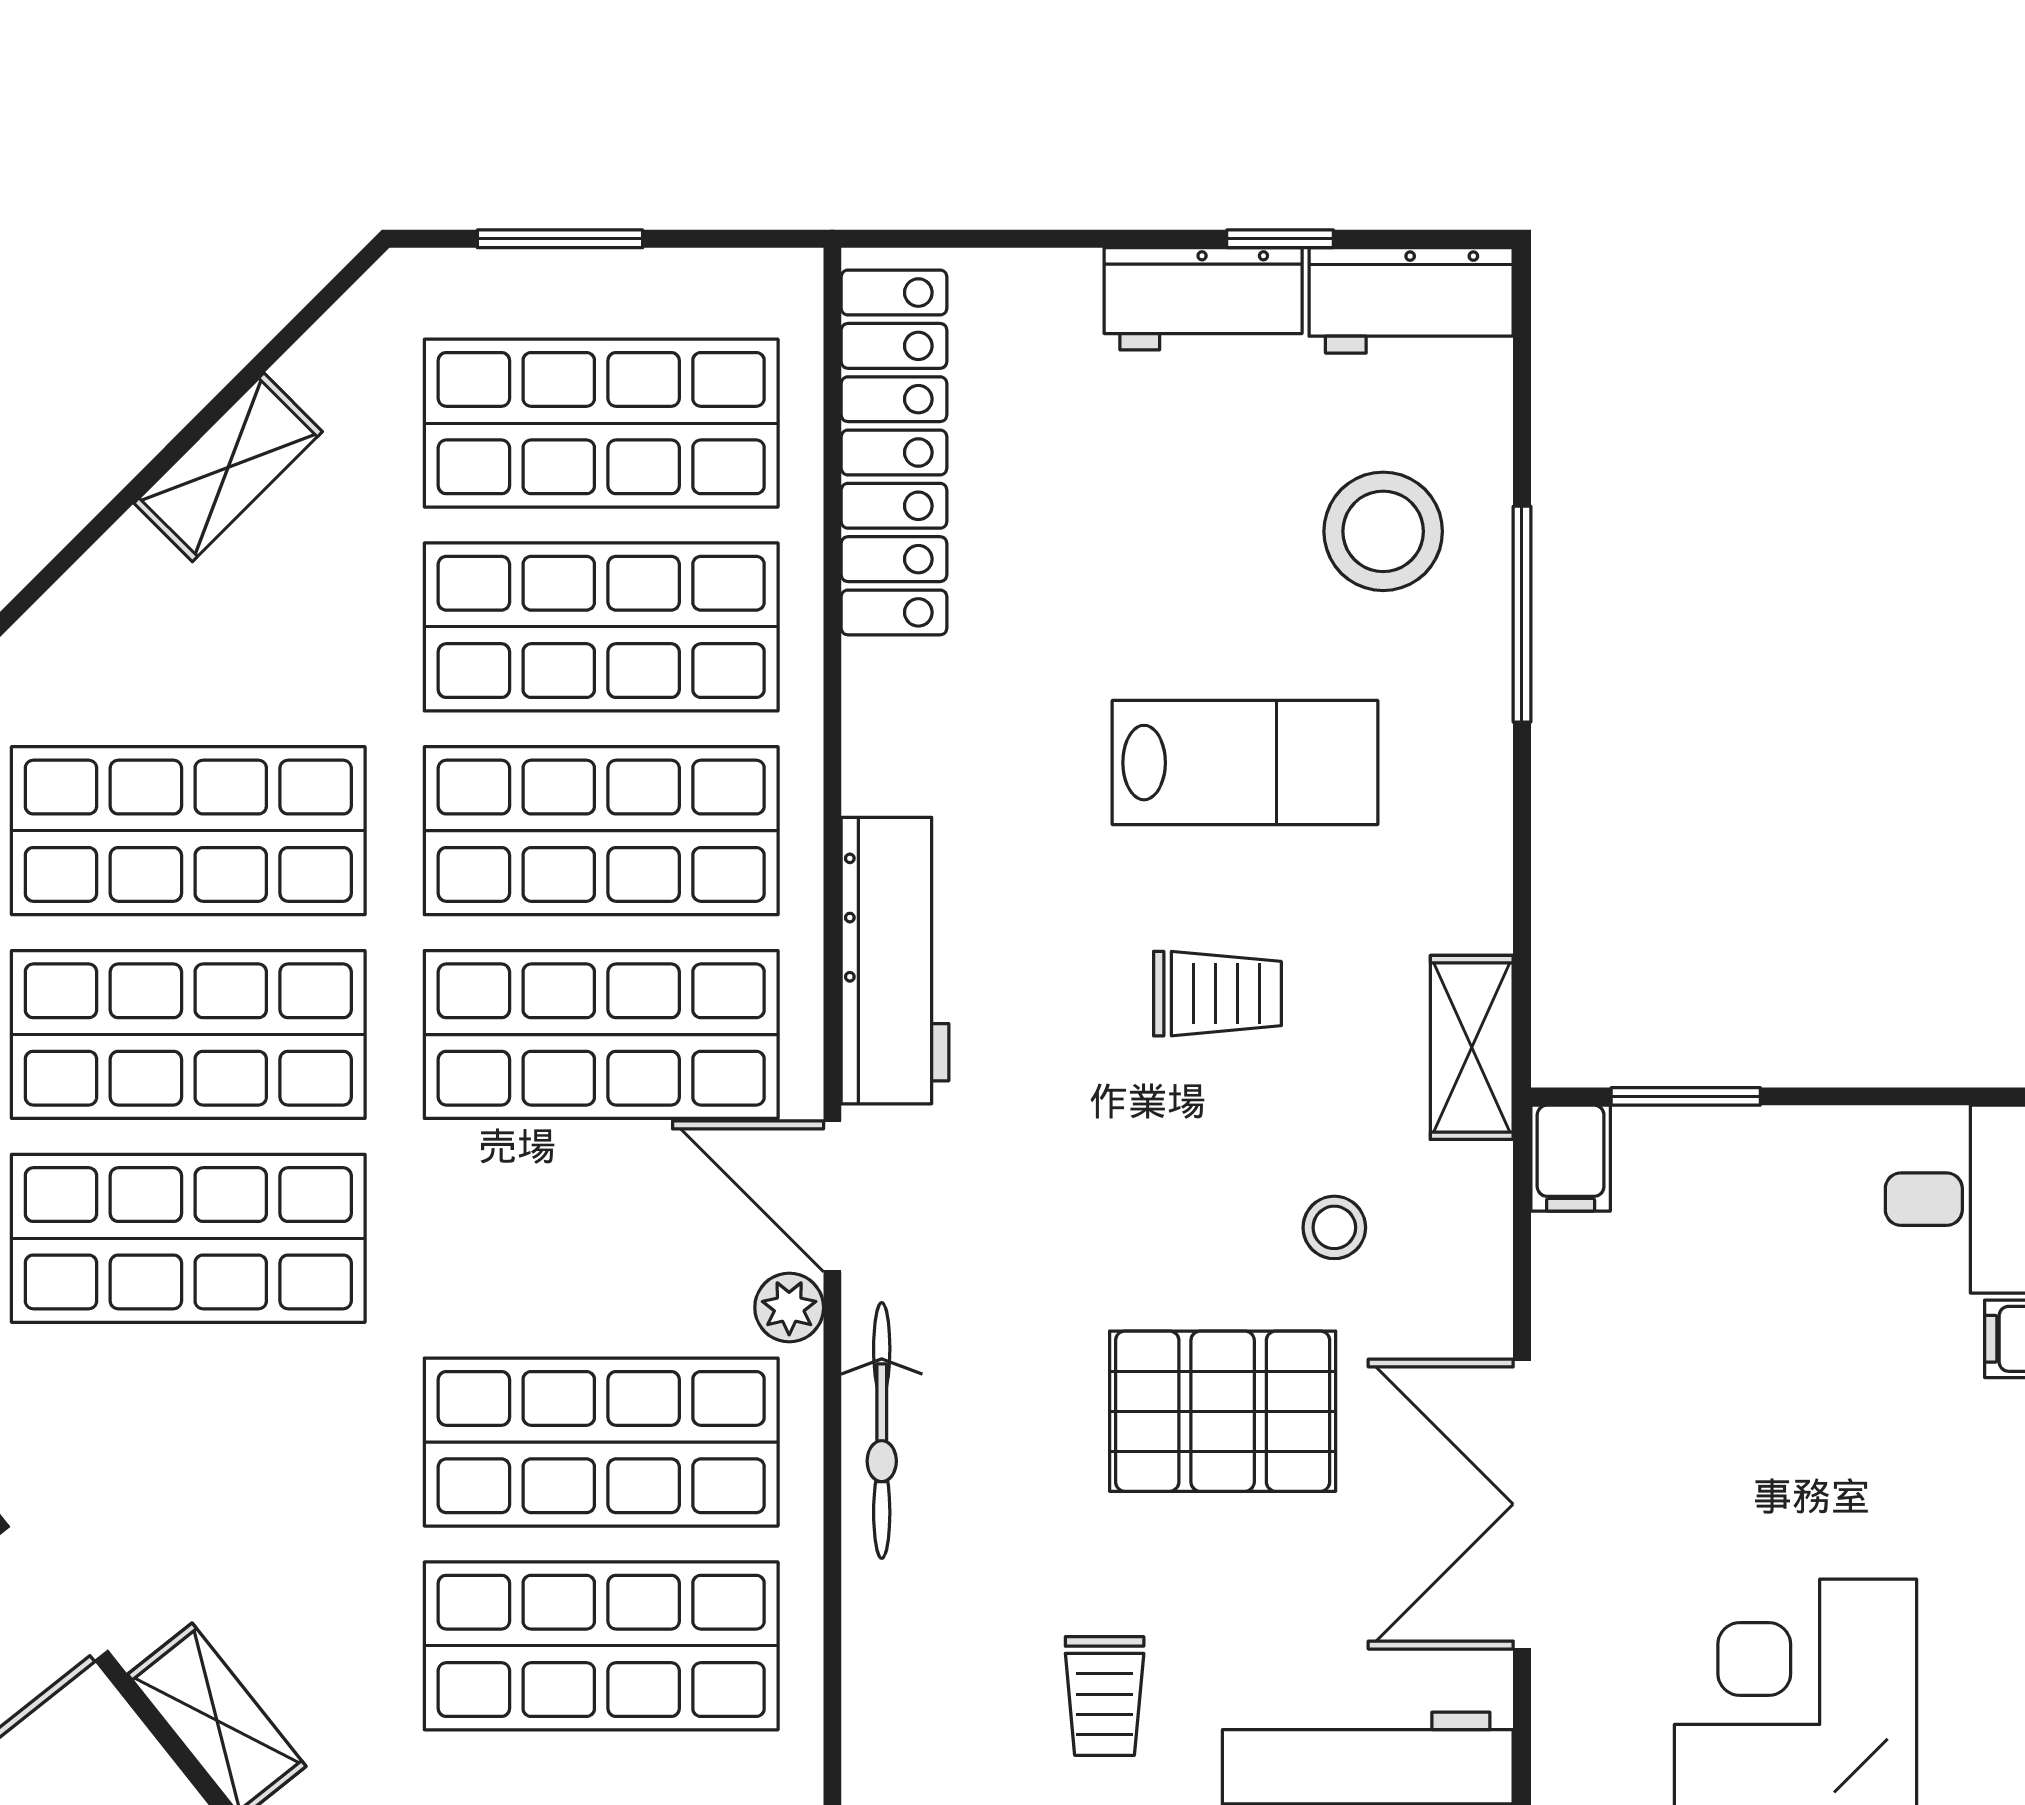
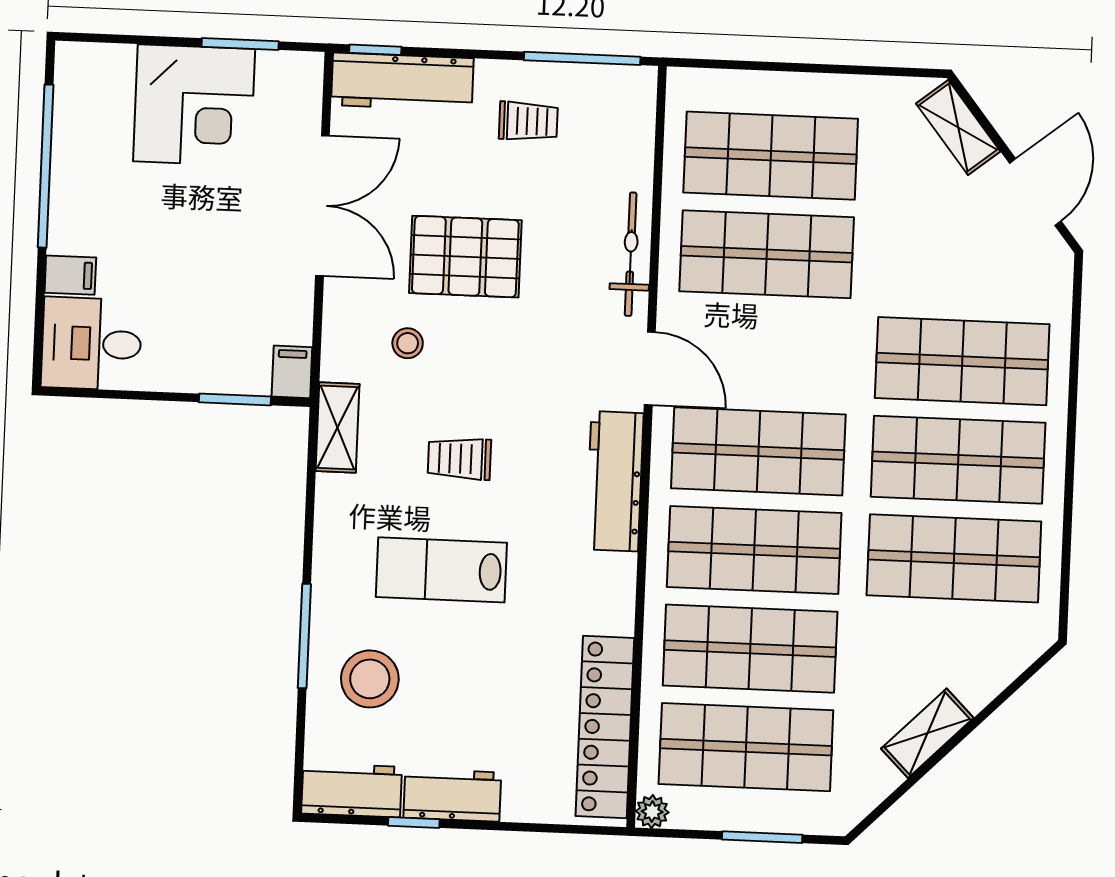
plant: (789, 1308) -> (652, 812), moved
trolley: (1105, 1696) -> (528, 121), turned 90

